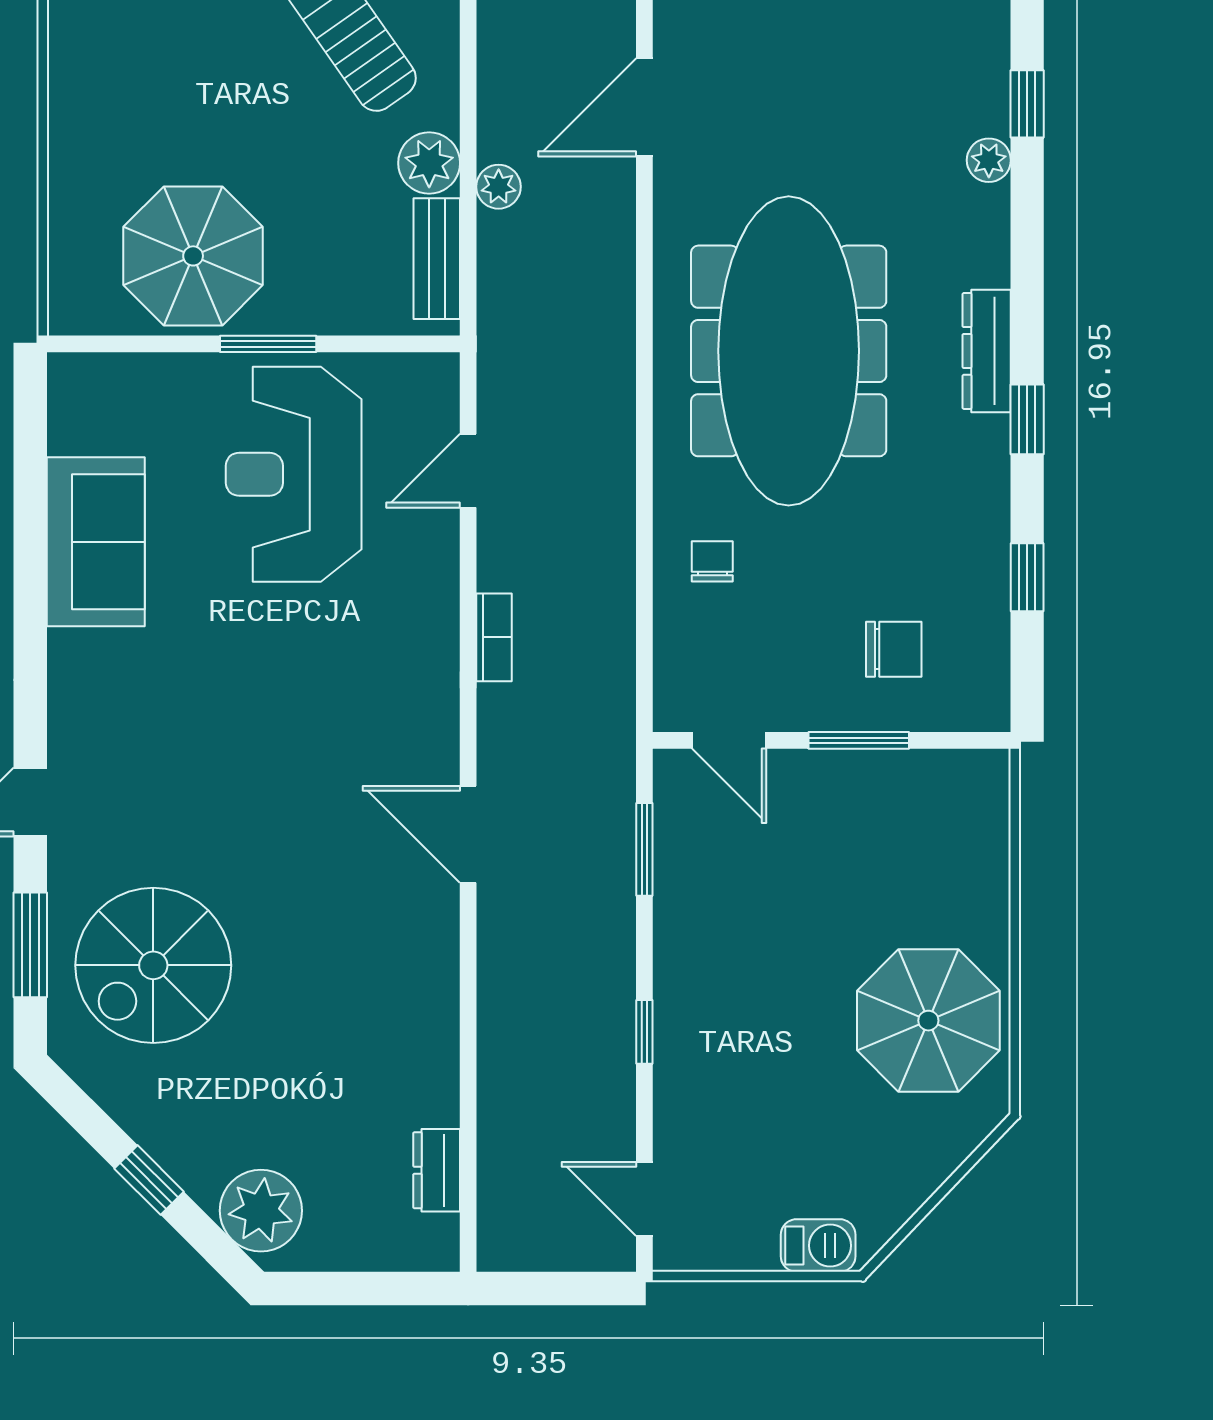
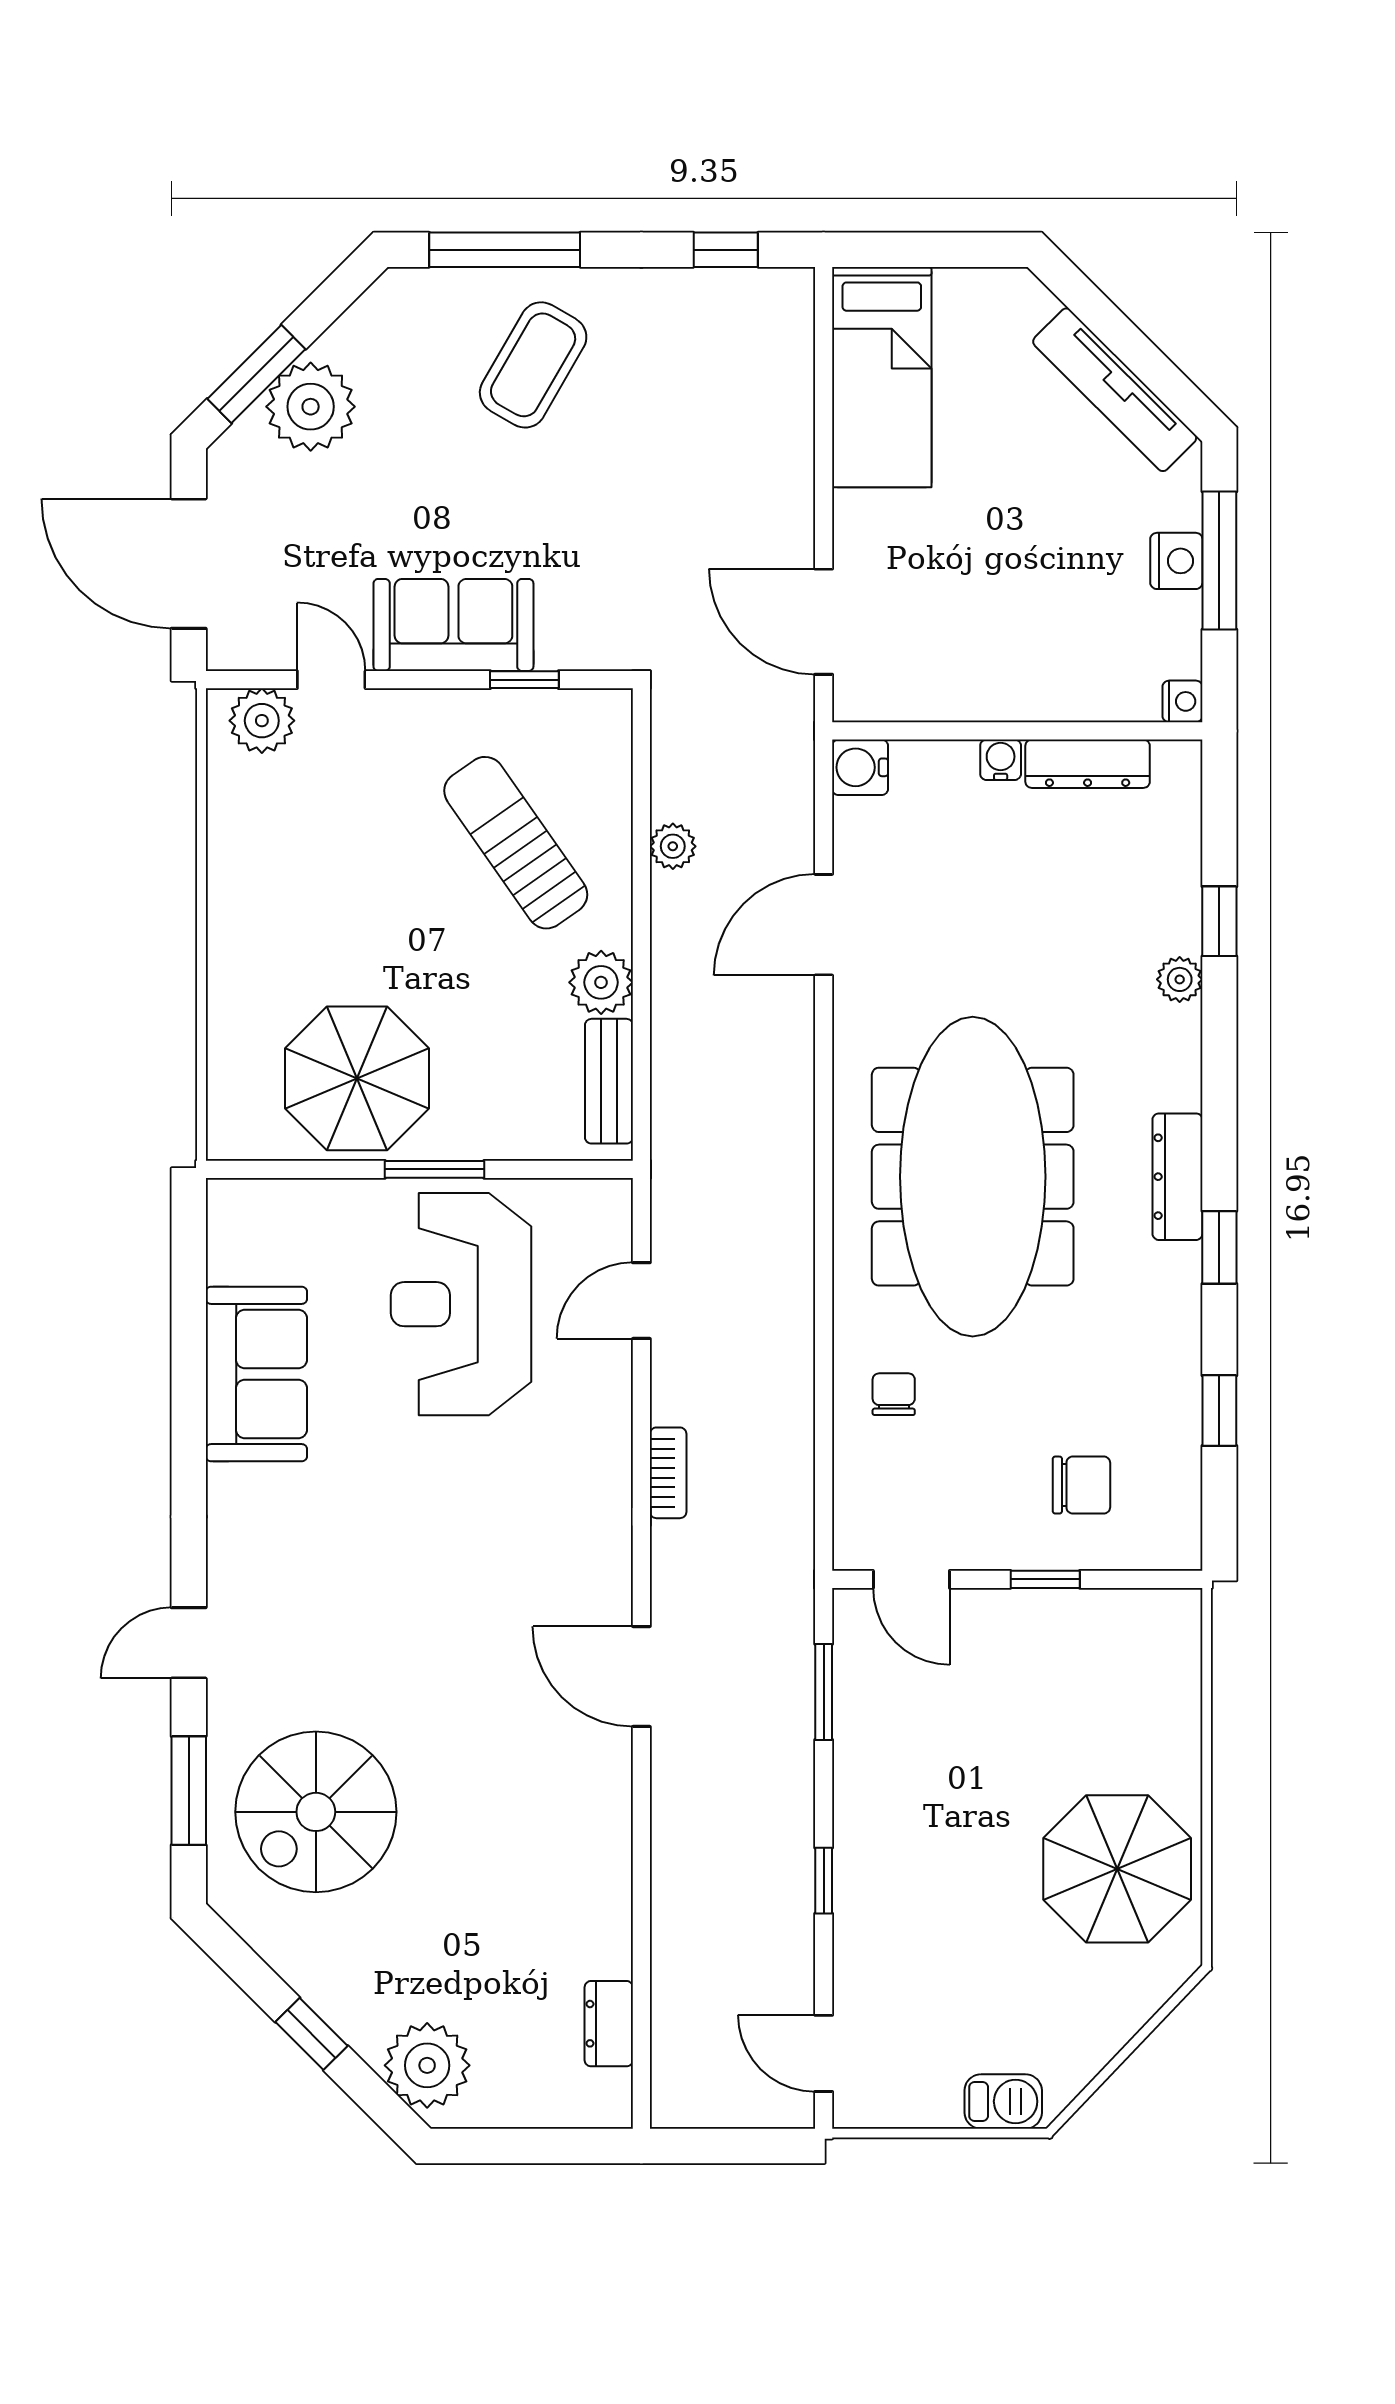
plant: (499, 187) -> (673, 846), moved
window: (859, 740) -> (1045, 1579), width x0.67

